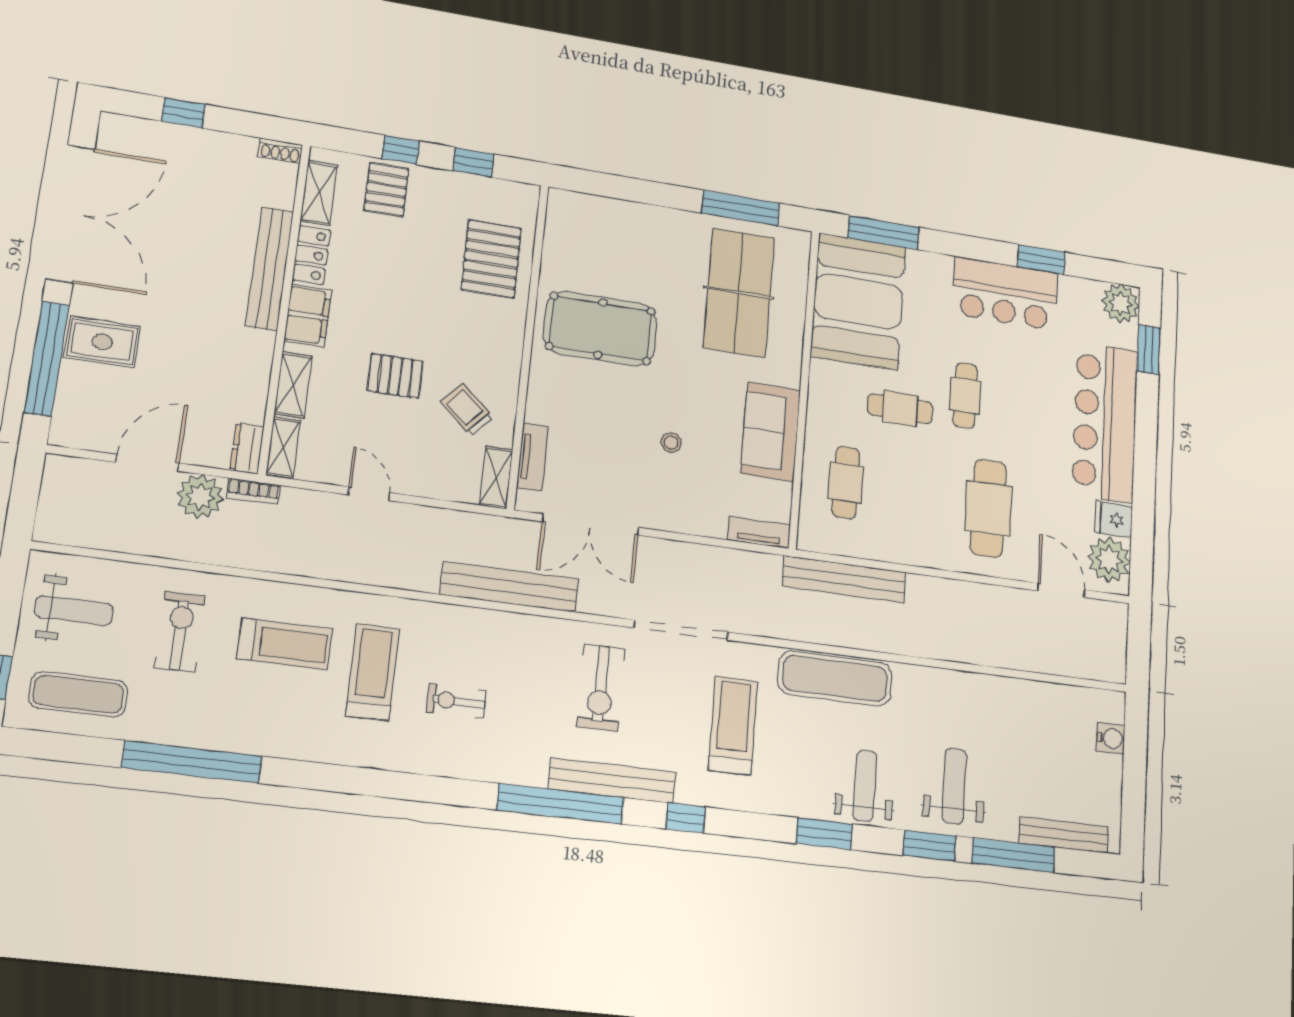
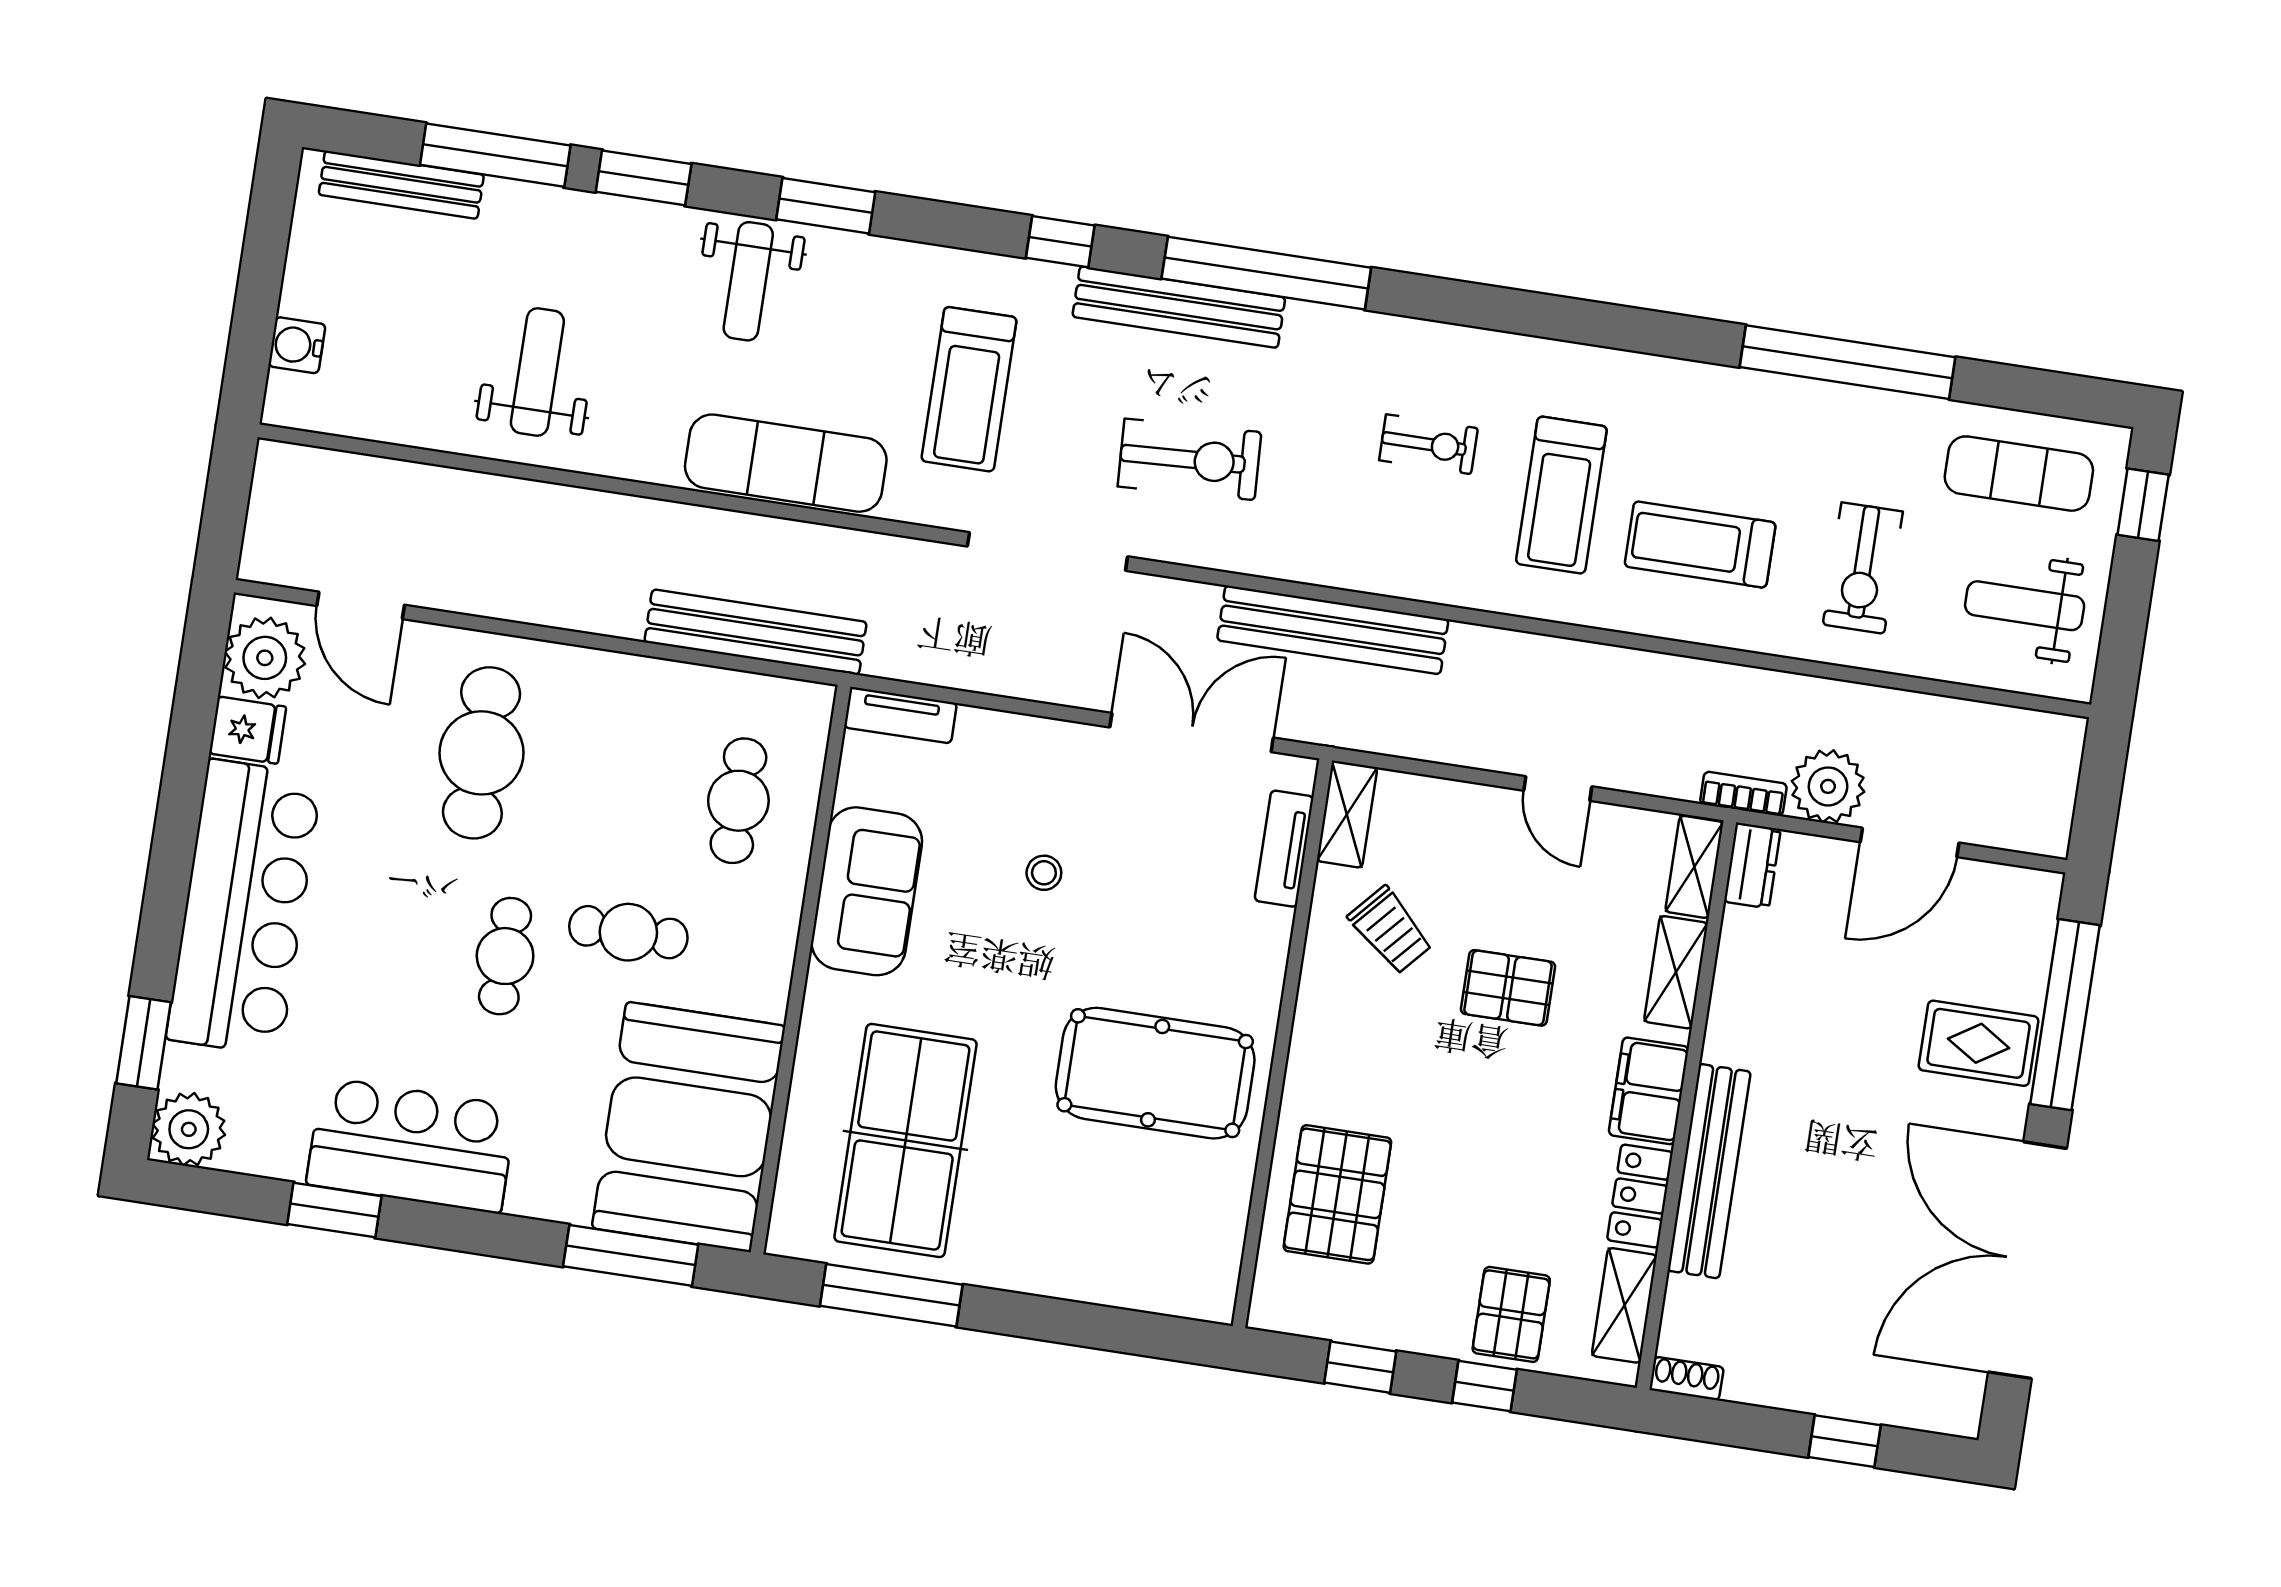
exercise bike: (601, 688) -> (1190, 459), turned 87
weight bench: (954, 786) -> (537, 372), moved, turned 180

